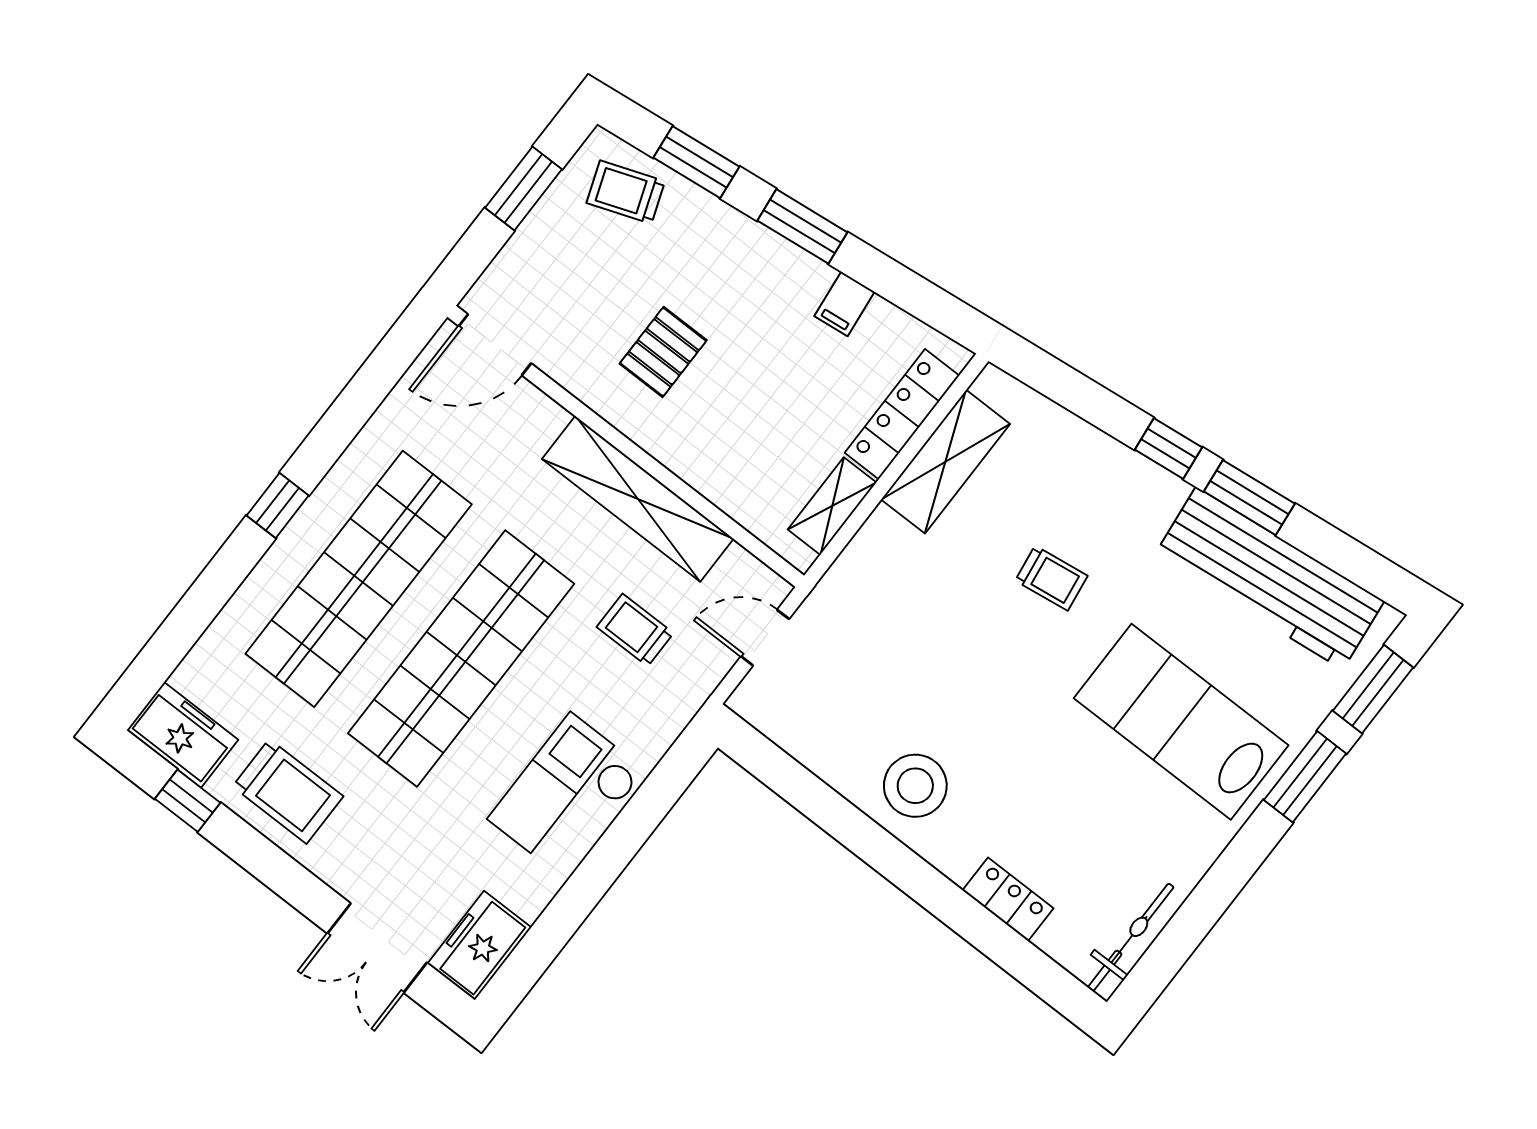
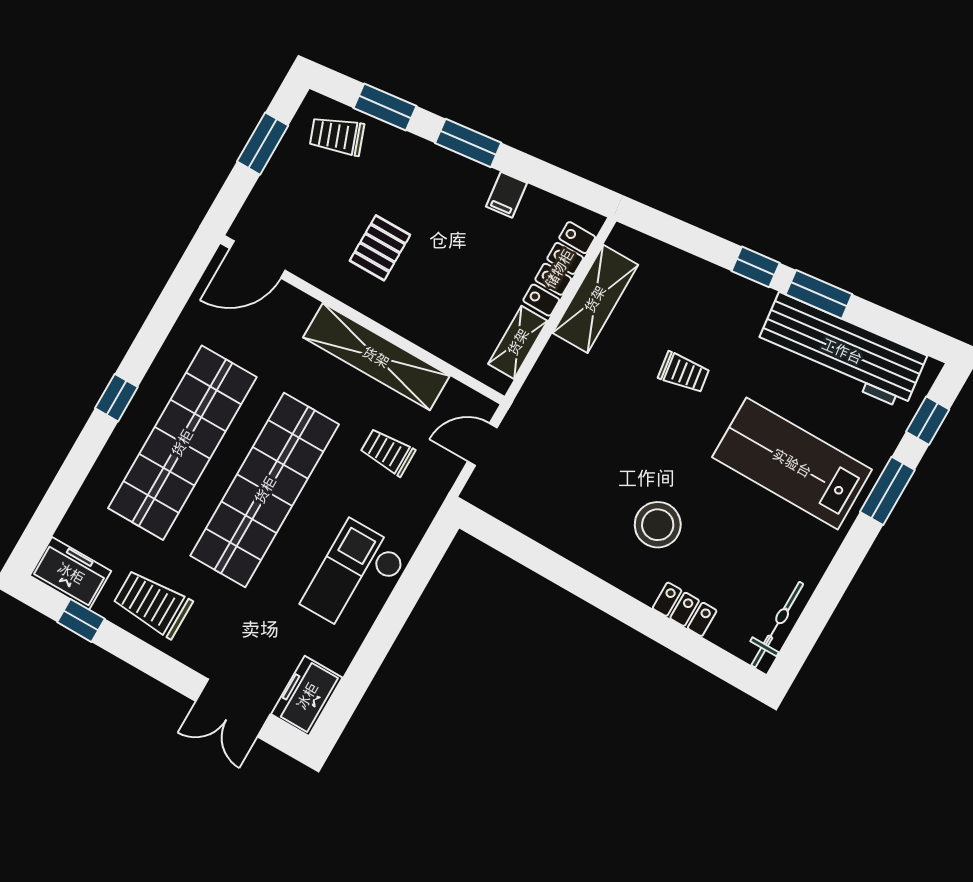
window: (1373, 689) -> (928, 421), width x0.67
stool: (915, 786) -> (658, 525), moved
trolley: (288, 791) -> (153, 604), turned 180

